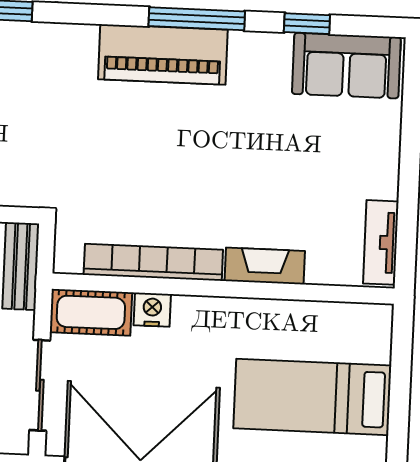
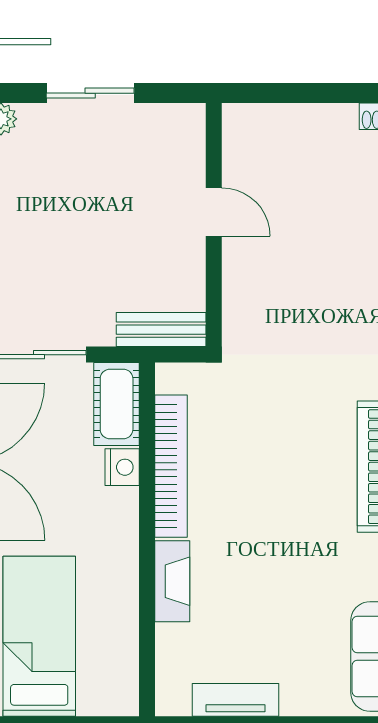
tv unit: (381, 242) -> (236, 700), moved

